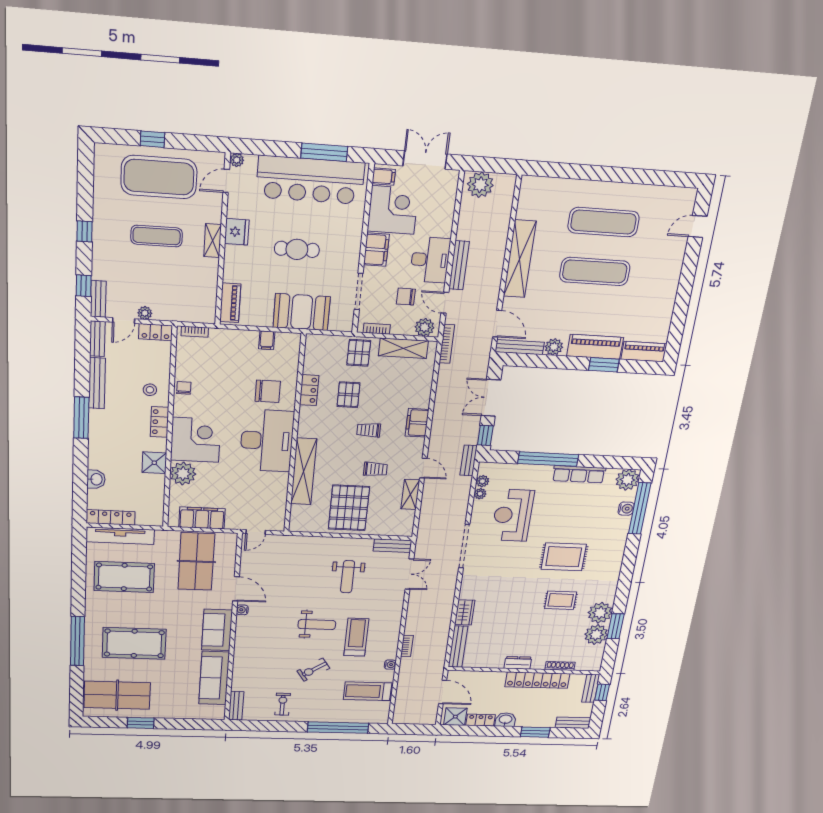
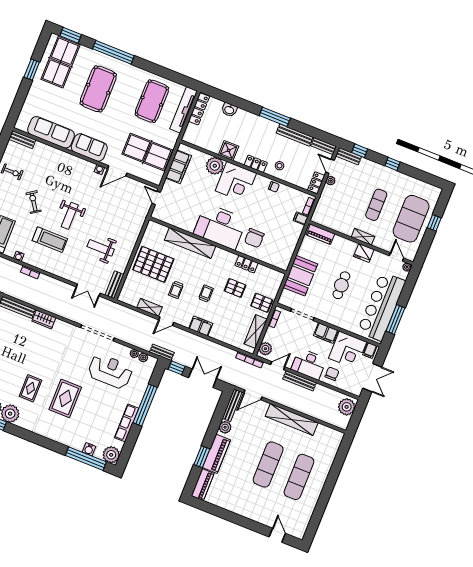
chair: (406, 297) -> (332, 374), moved
filing cabinet: (267, 340) -> (301, 218), moved
window: (76, 695) -> (71, 35), added

